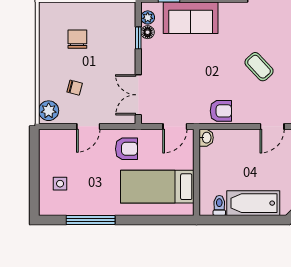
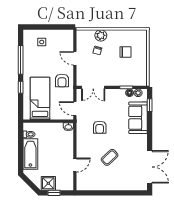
double door: (138, 95) -> (93, 87), swing flipped
plant: (49, 111) -> (101, 35), moved
armchair: (221, 111) -> (100, 127), moved
door: (272, 126) -> (75, 165), swing flipped
window: (138, 220) -> (21, 87), added

